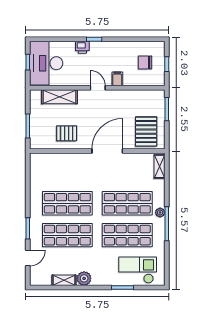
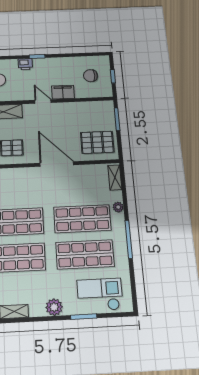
filing cabinet: (117, 79) -> (63, 92), width x2.00
pallet: (146, 132) -> (97, 142), turned 90
door: (107, 151) -> (57, 164), hinge flipped
plant: (160, 212) -> (118, 207), moved
plant: (84, 278) -> (54, 307), moved

